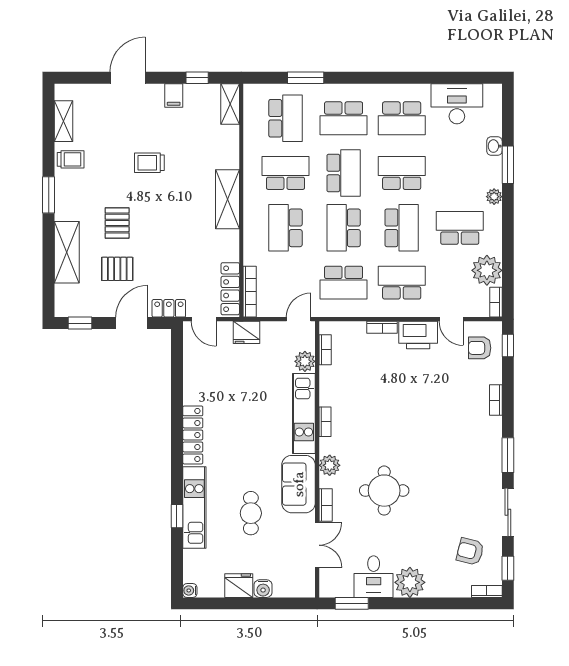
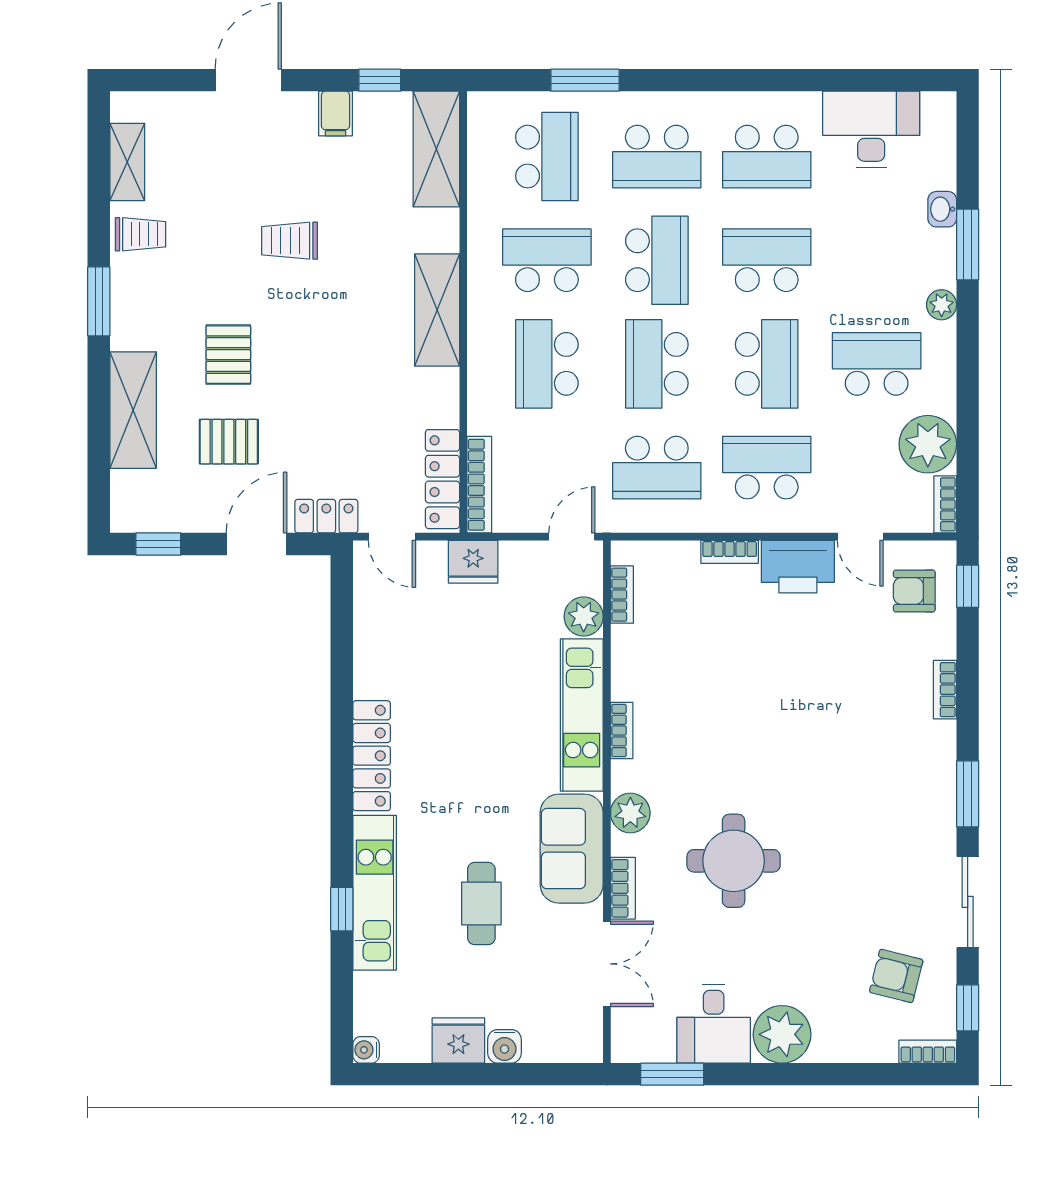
shelving: (230, 104) -> (436, 149), width x1.50, depth x1.33

